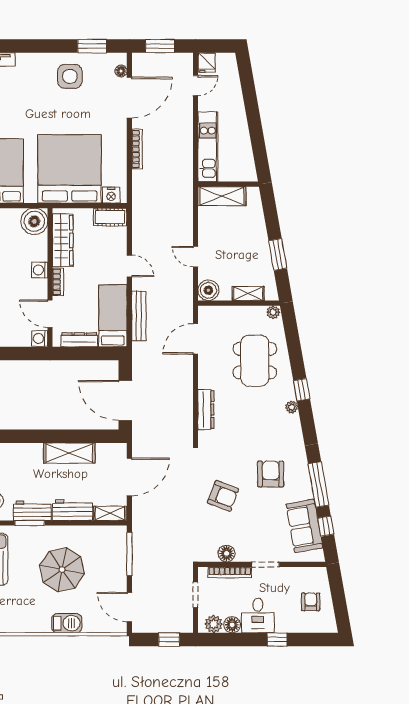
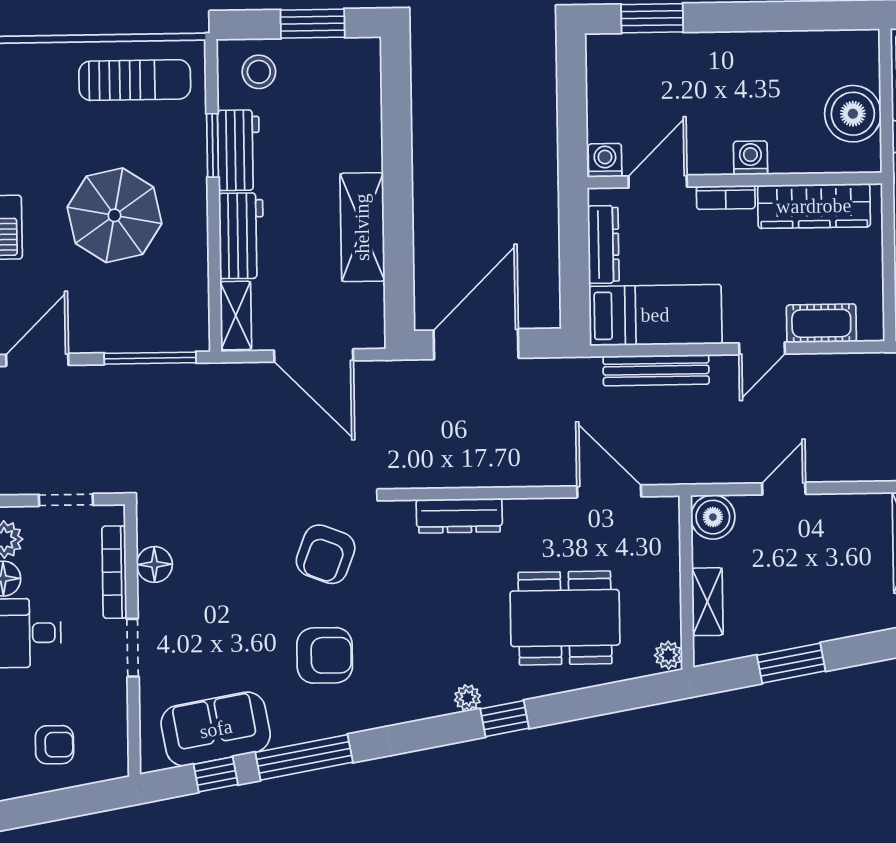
cot: (110, 217) -> (821, 323), moved, turned 90
boiler: (34, 221) -> (853, 114), moved
armchair: (223, 496) -> (326, 554), moved

